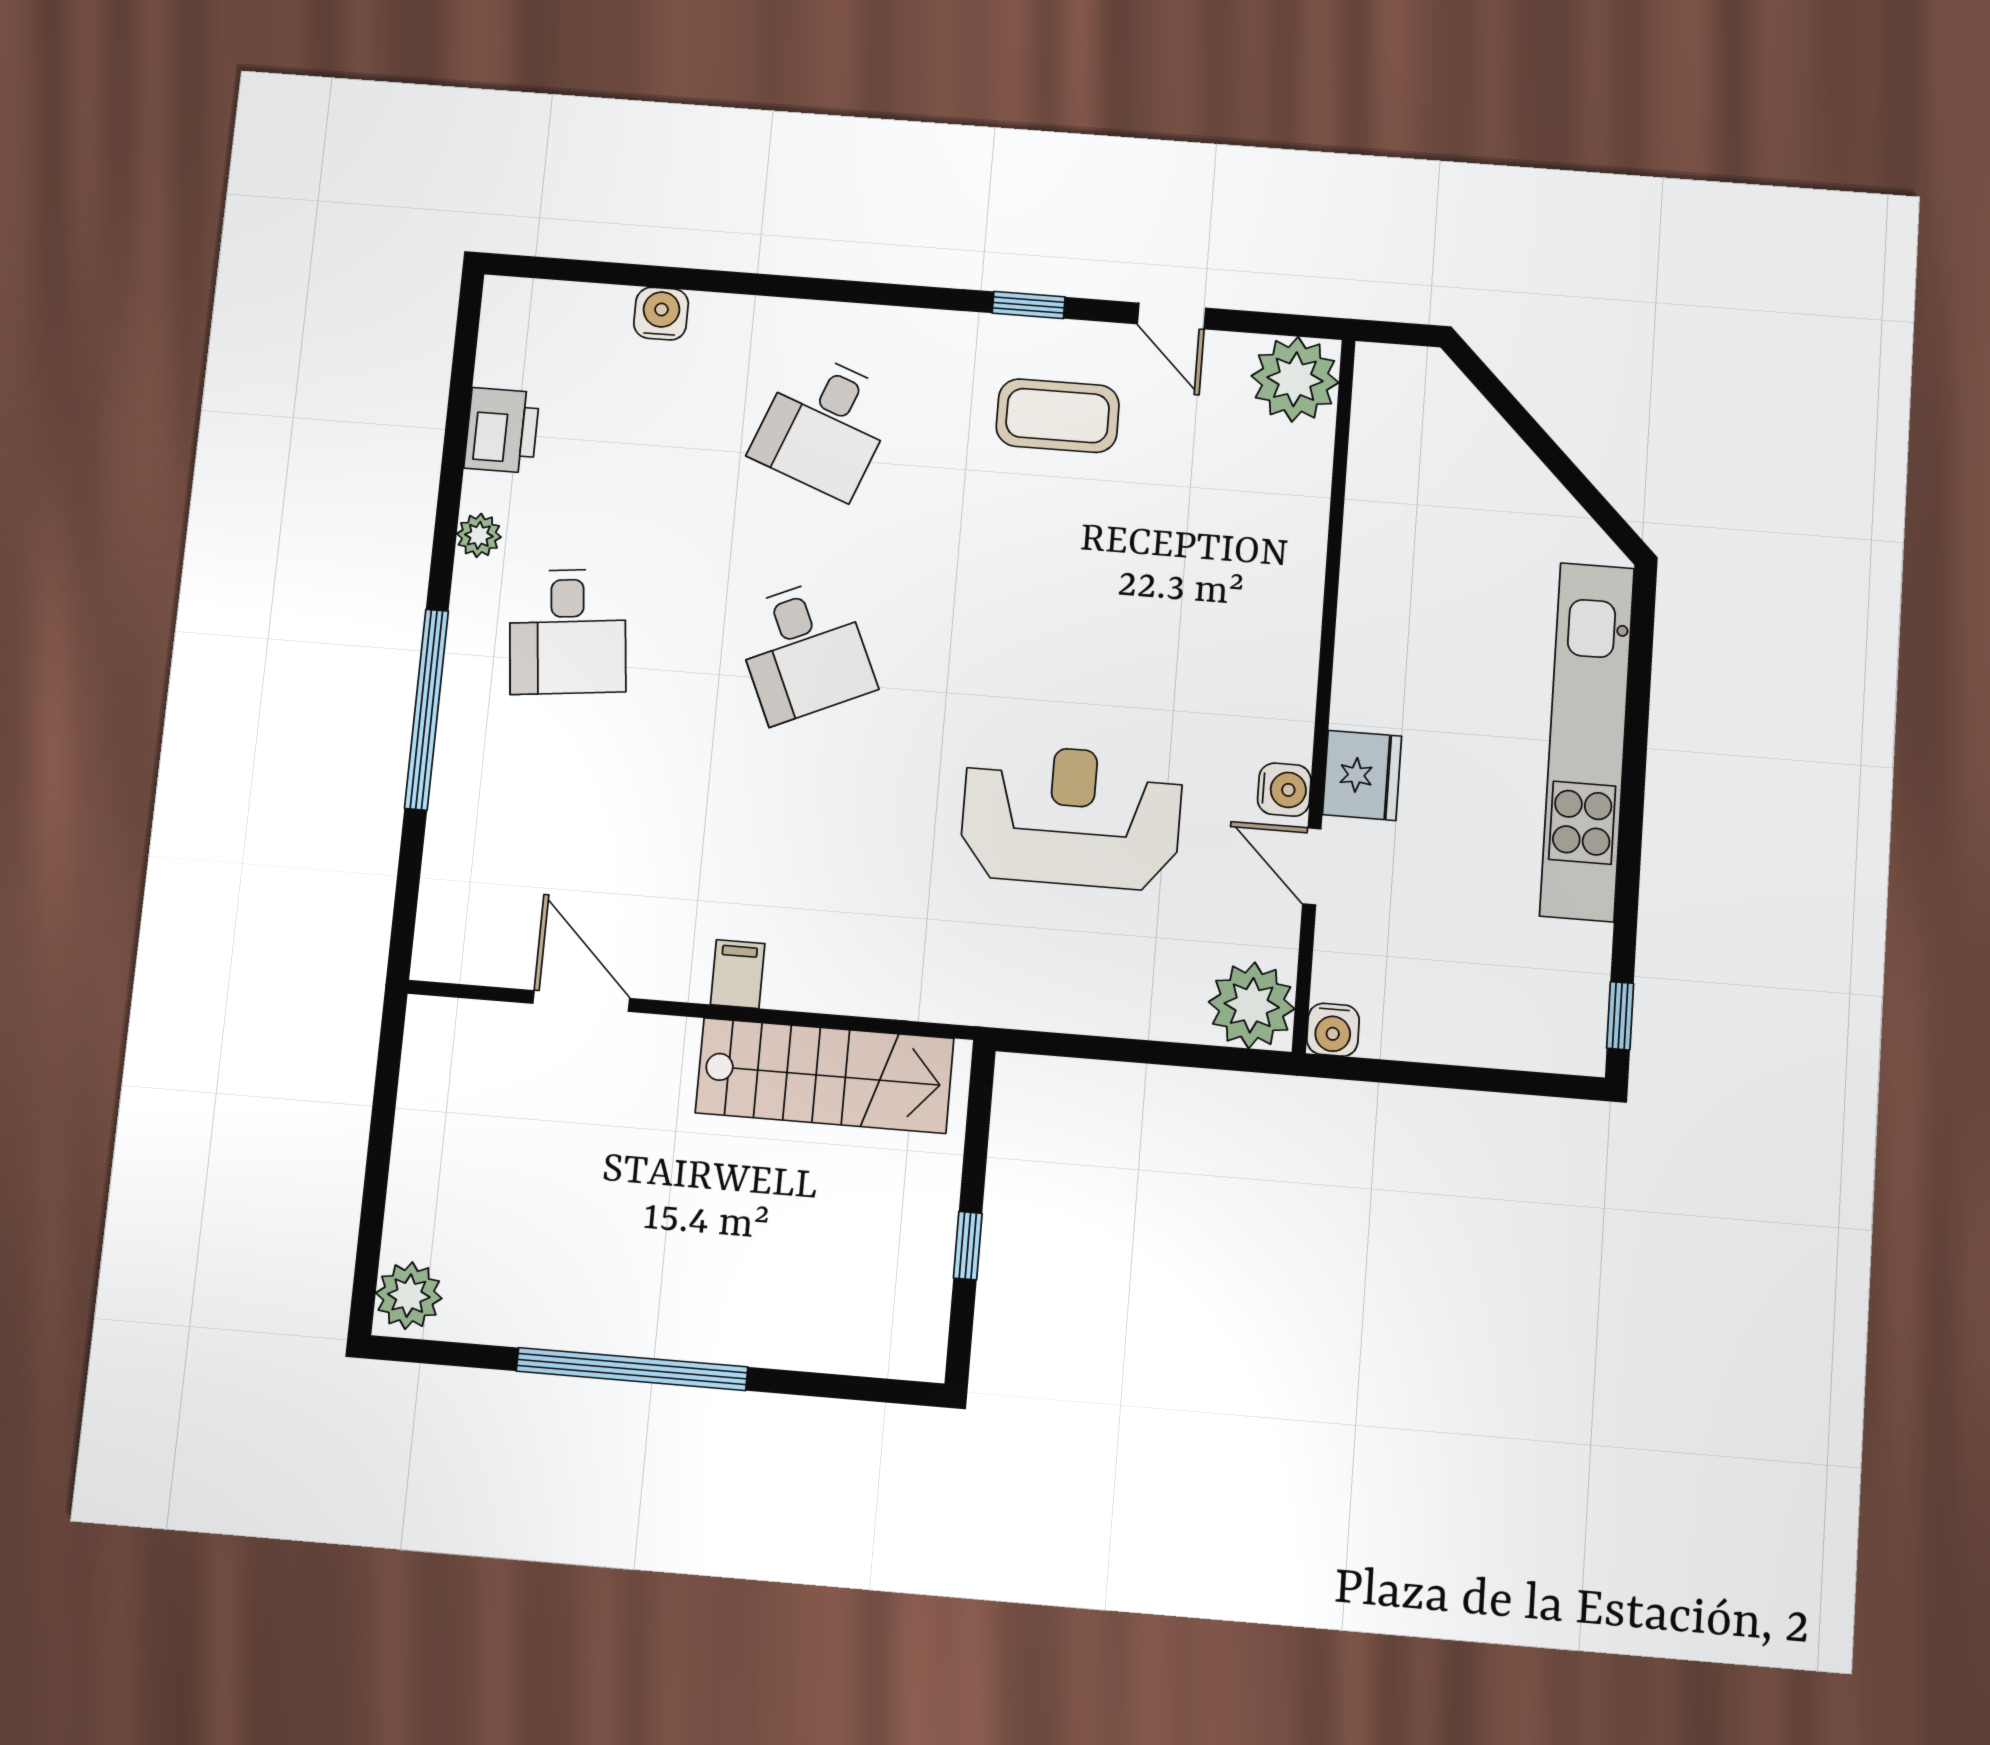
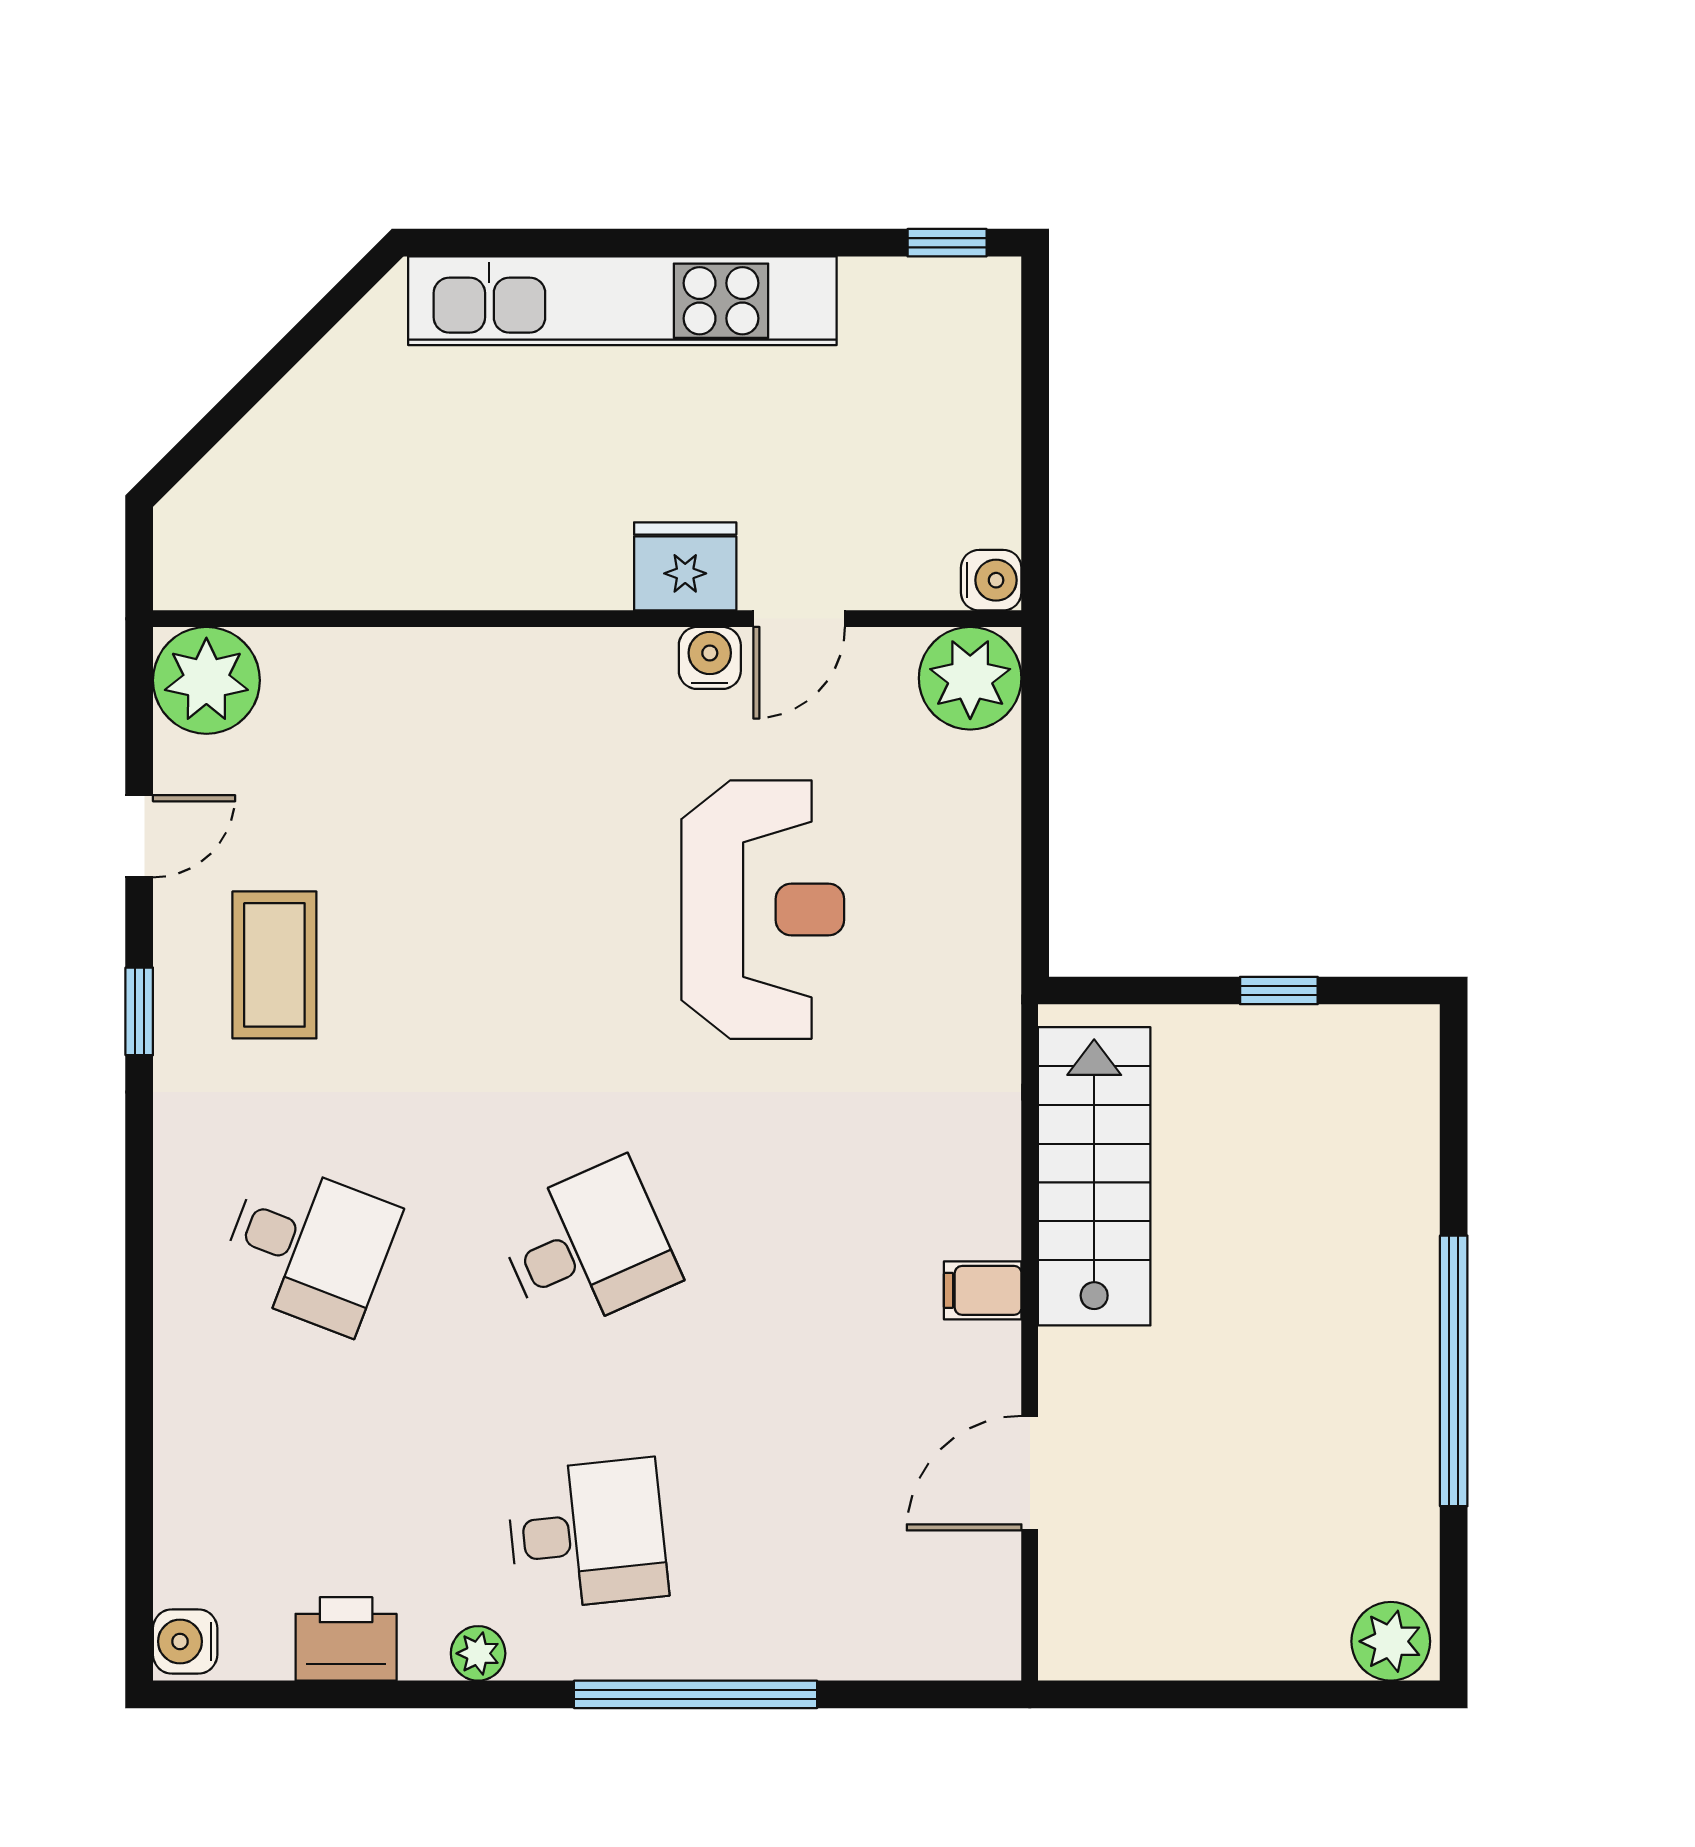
water cooler: (661, 314) -> (185, 1641), moved
reception desk: (1071, 817) -> (763, 910), turned 180

